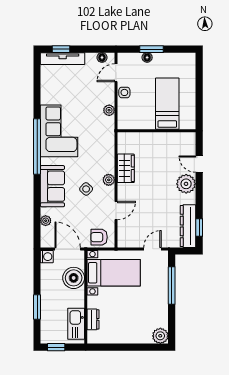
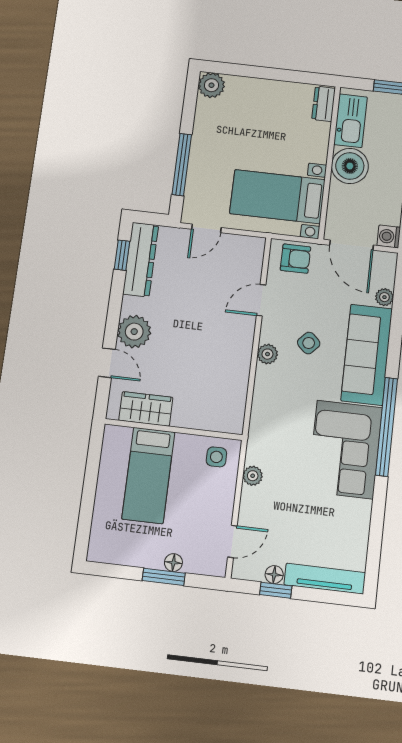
window: (61, 49) -> (276, 590), moved
floor lamp: (102, 57) -> (274, 575), moved
side table: (124, 92) -> (216, 457), moved
wardrobe: (126, 168) -> (146, 409), moved, turned 90
sofa: (52, 186) -> (367, 355), width x1.36
boiler: (74, 278) -> (350, 166), moved
dresser: (93, 319) -> (324, 104), moved

